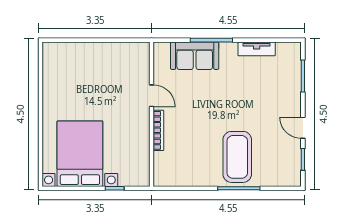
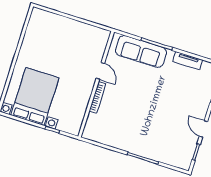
sofa: (195, 56) -> (141, 51), width x1.36
coffee table: (237, 157) -> (149, 135), removed

